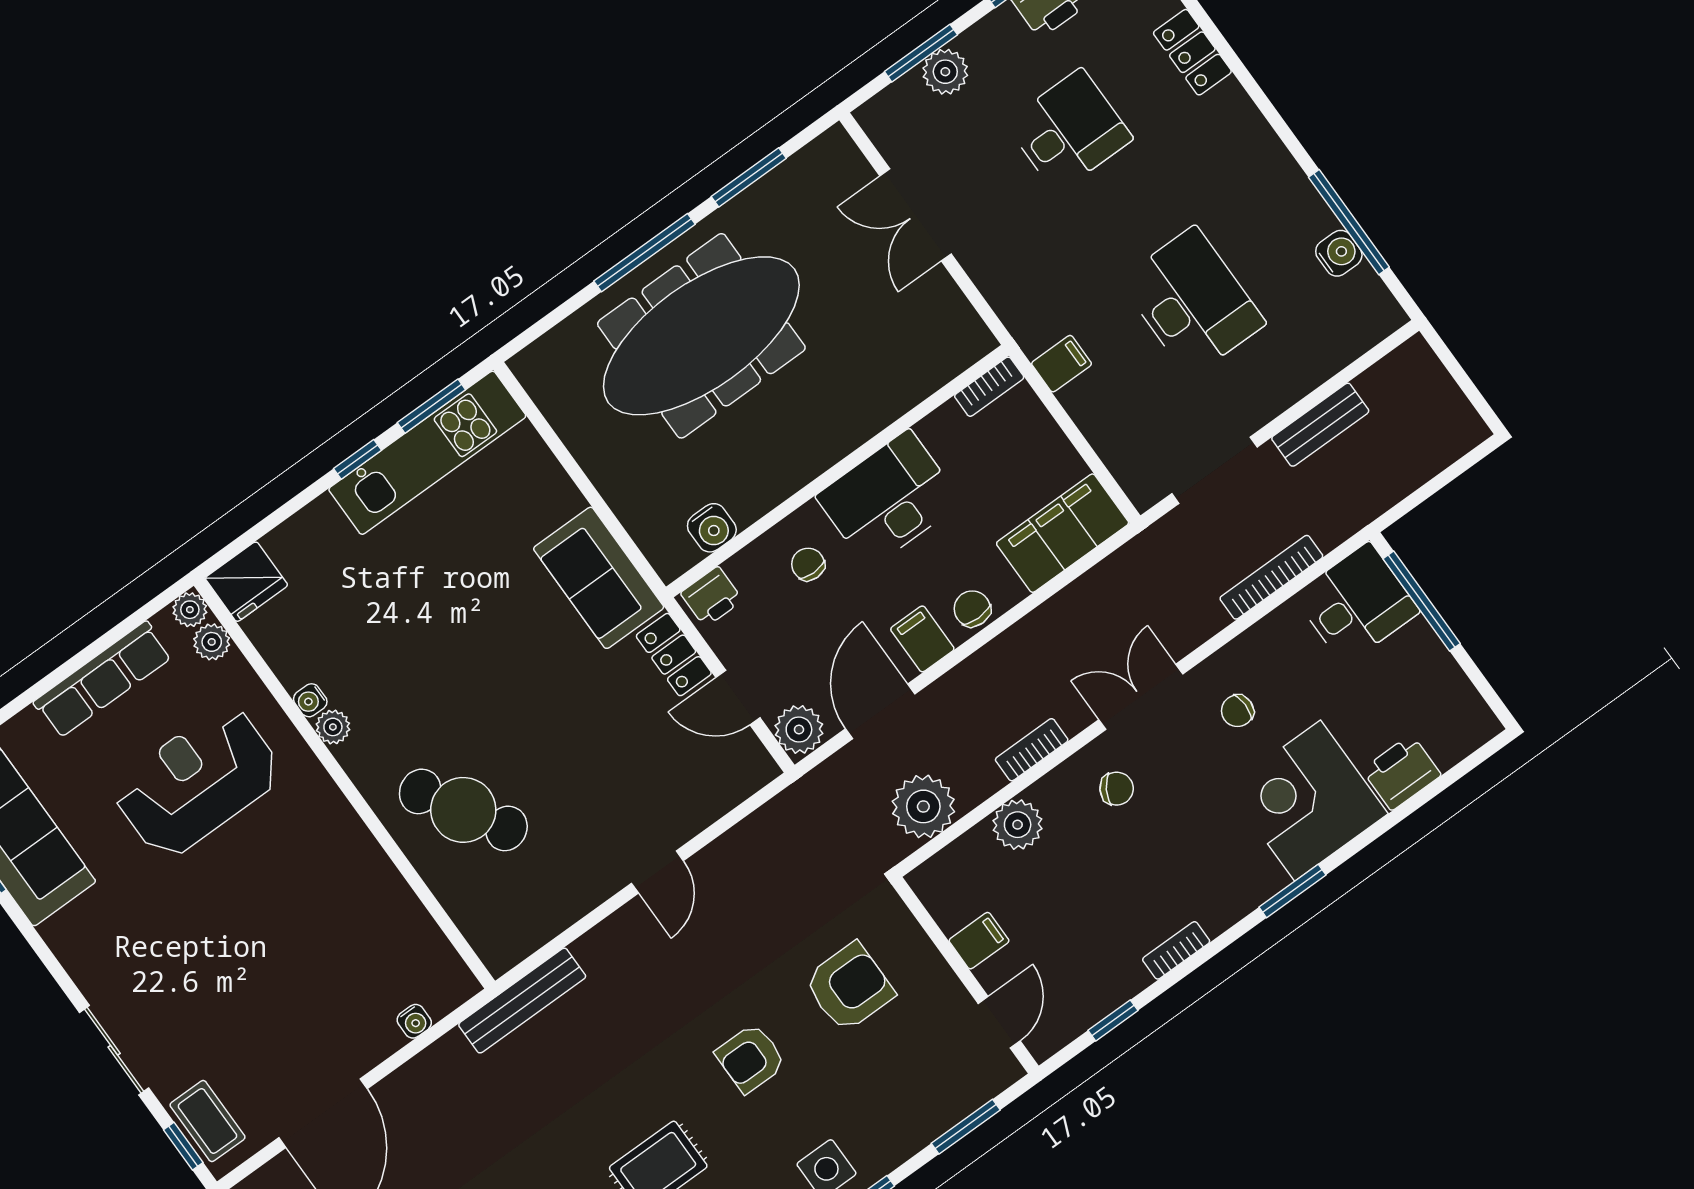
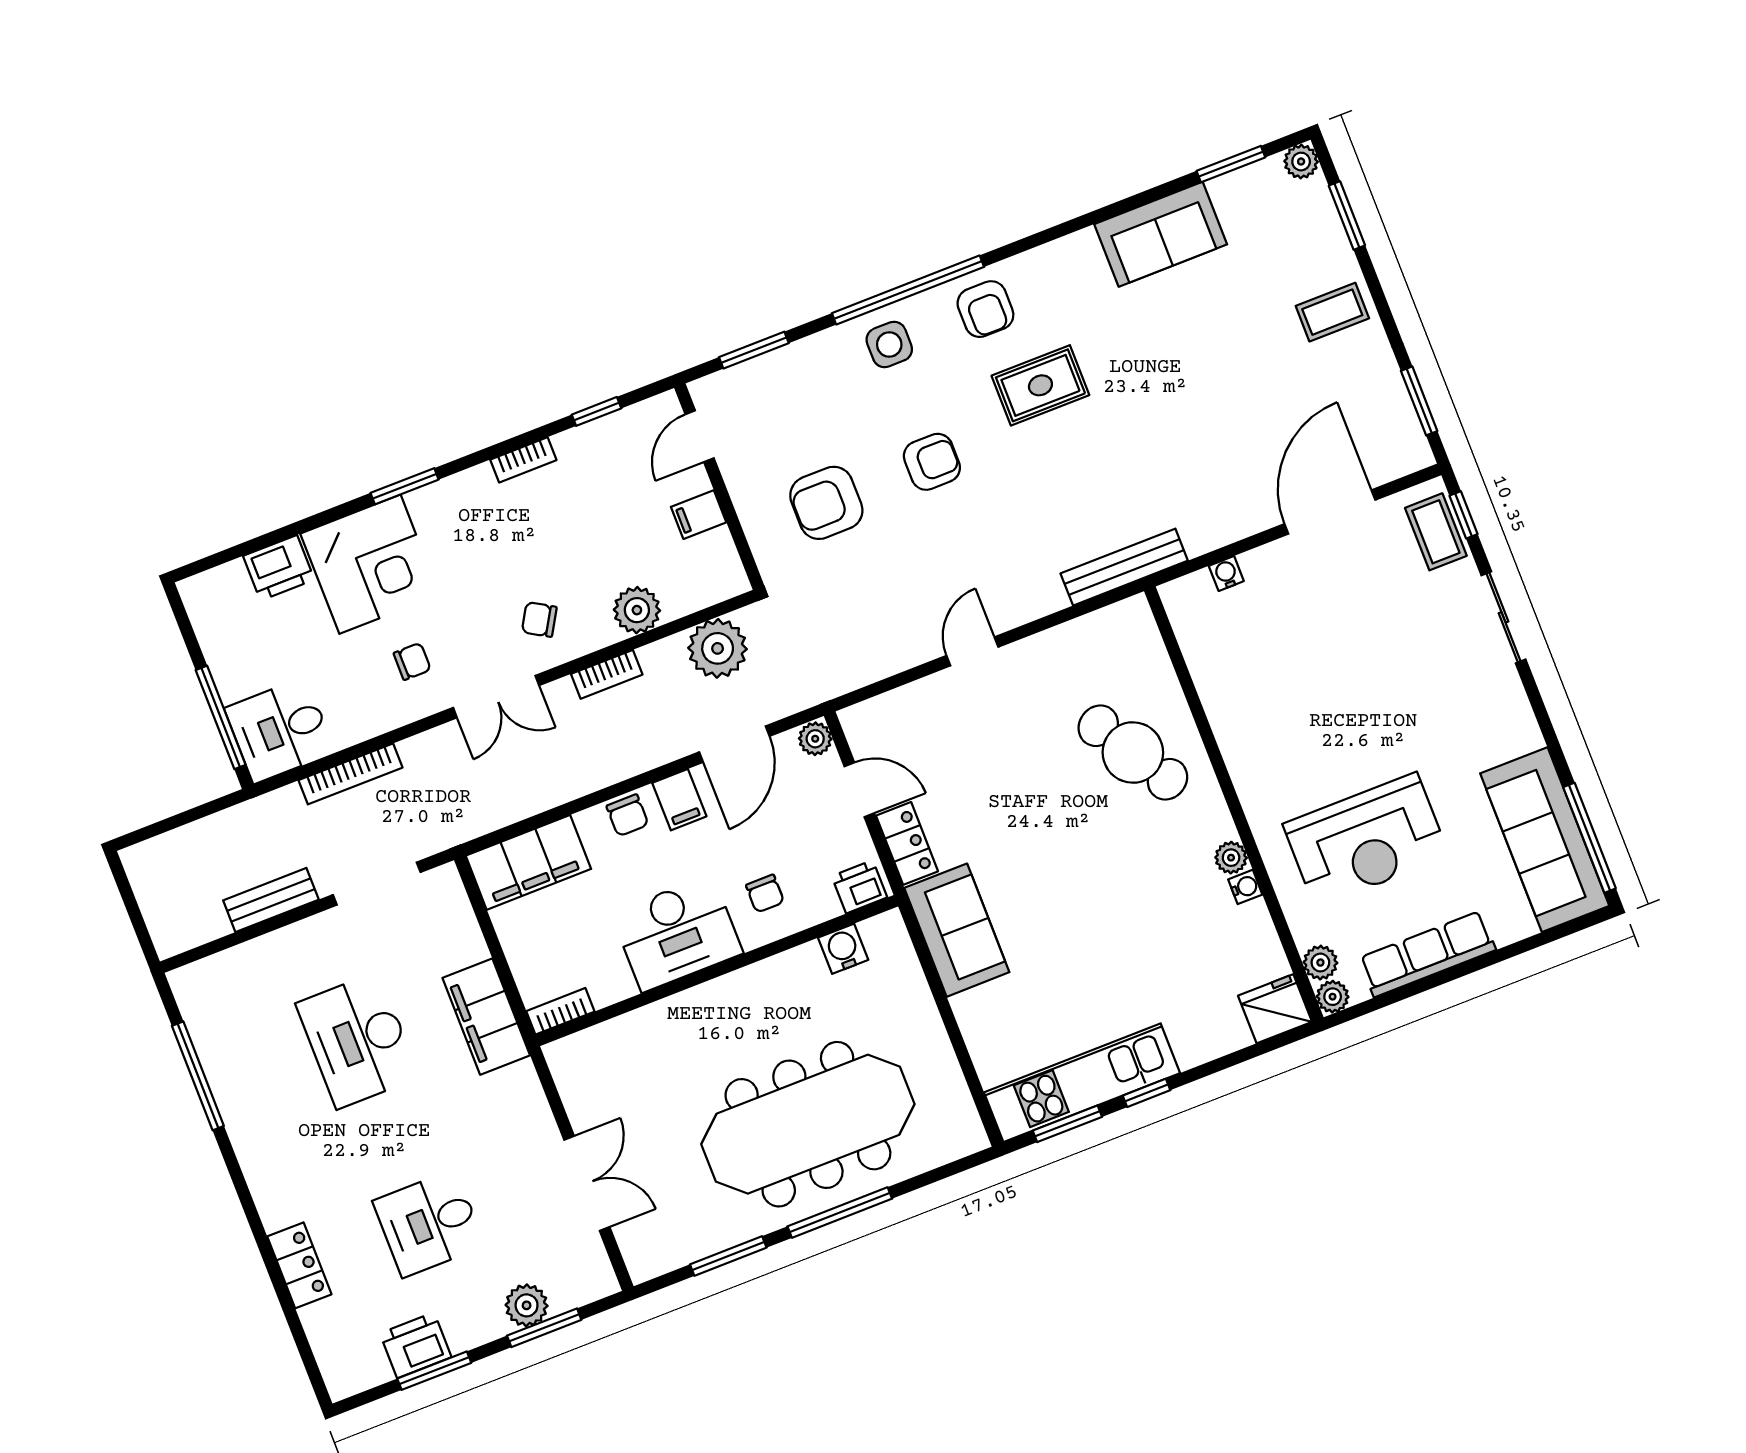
water cooler: (1339, 253) -> (214, 1050), removed
filing cabinet: (1062, 364) -> (486, 1017), width x3.00, depth x1.17
plant: (799, 730) -> (815, 739), width x0.73, depth x0.73

